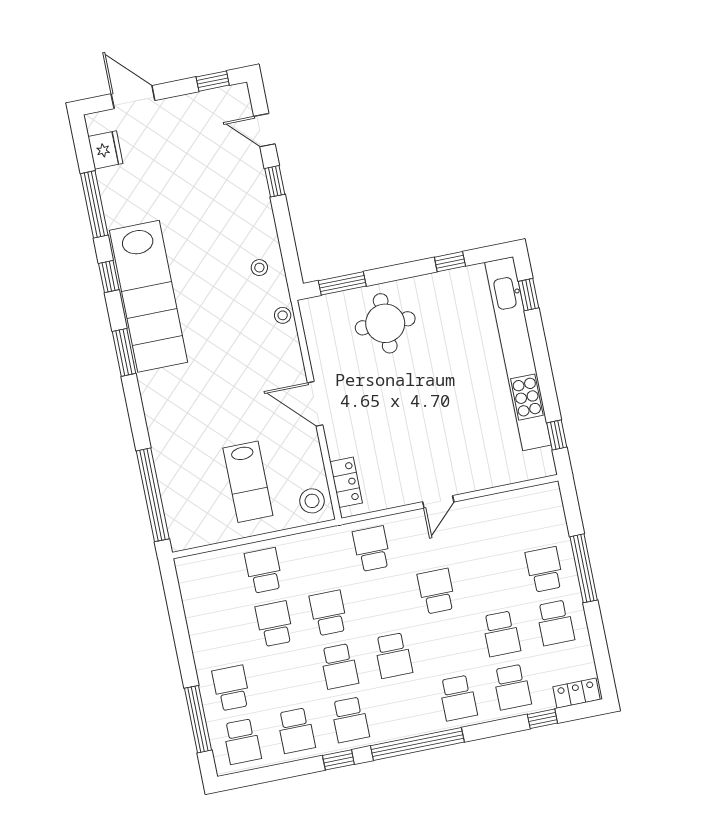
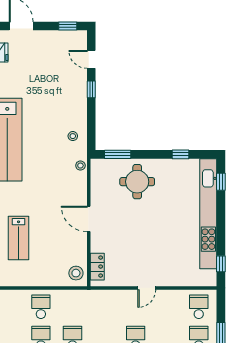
lab bench: (248, 482) -> (19, 238), moved
school desk: (372, 549) -> (199, 307), moved

